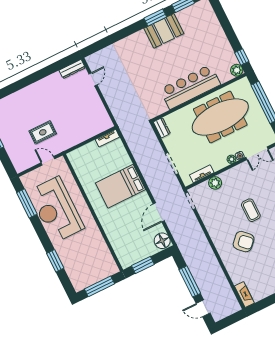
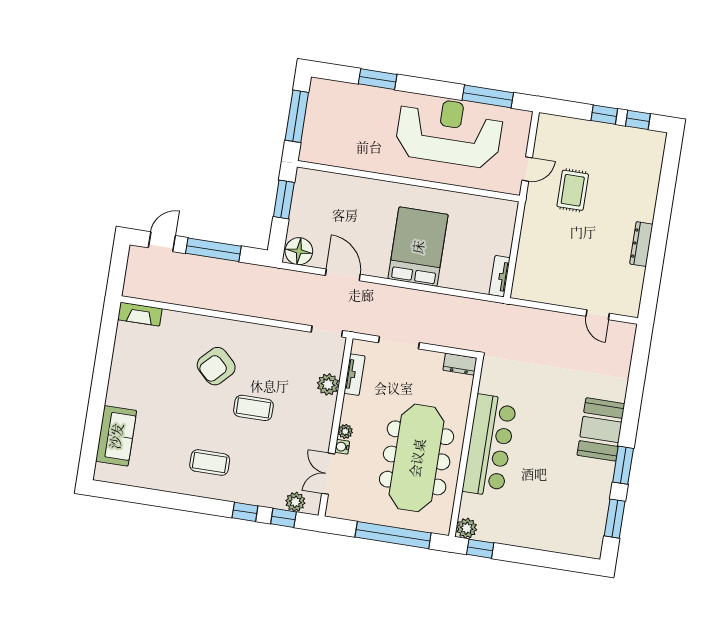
booth: (164, 31) -> (601, 429), moved
dresser: (72, 69) -> (641, 244), moved

